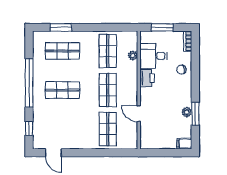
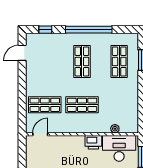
shop shelf: (108, 51) -> (119, 105), removed
desk: (153, 56) -> (119, 148), width x1.37
door: (139, 114) -> (40, 134), moved

